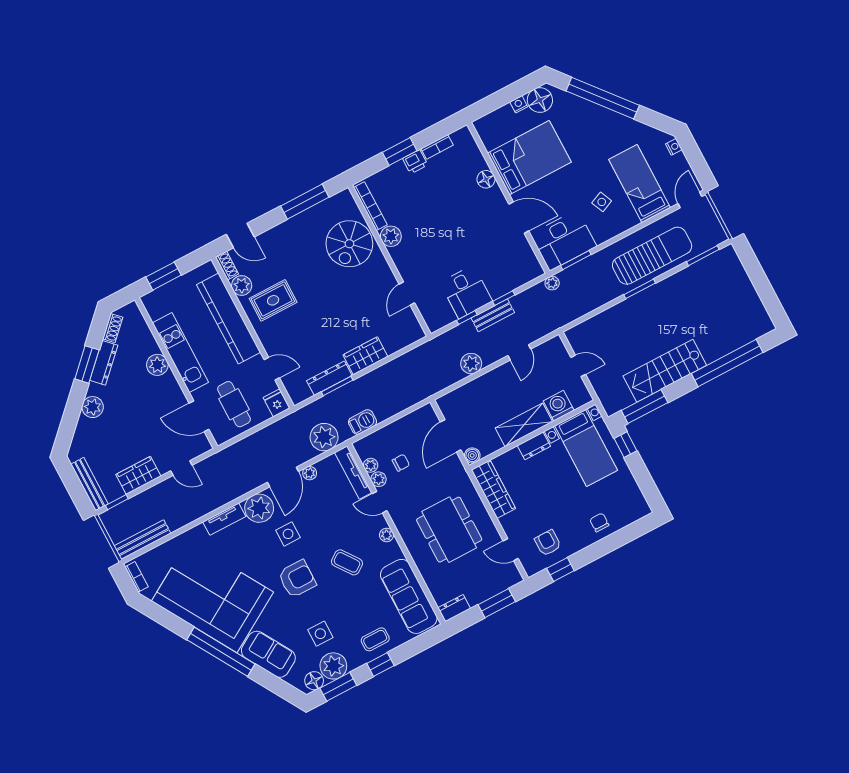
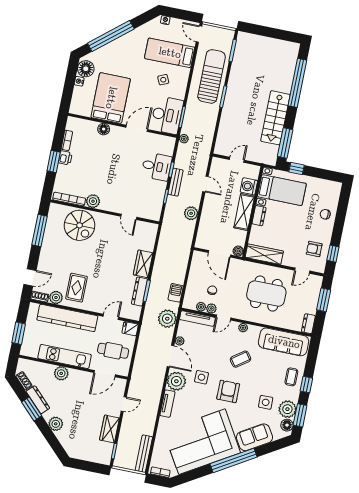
desk: (466, 292) -> (157, 167), moved
bench: (90, 484) -> (94, 457), removed

